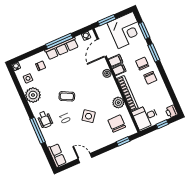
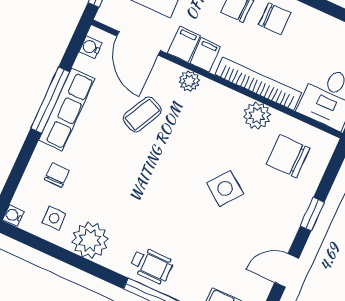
coffee table: (67, 96) -> (142, 114), moved
window: (123, 141) -> (312, 214), moved

